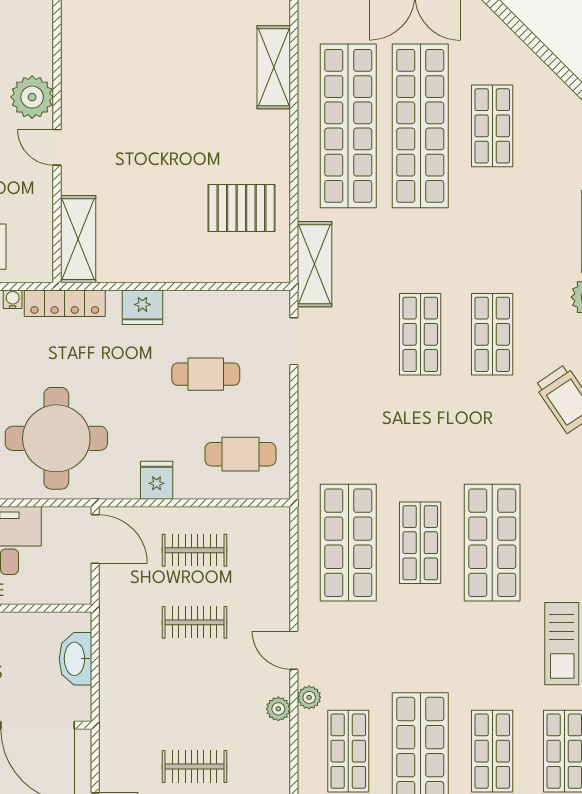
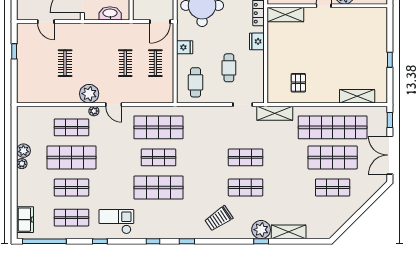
shop shelf: (420, 126) -> (333, 157), width x0.71
pallet: (241, 208) -> (298, 83), width x0.67, depth x0.71
door: (294, 650) -> (114, 105), swing flipped
plant: (278, 709) -> (89, 94), width x1.88, depth x1.88

